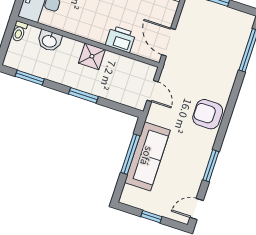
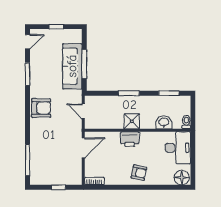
printer: (120, 39) -> (130, 139), moved
door: (169, 42) -> (83, 148), hinge flipped

